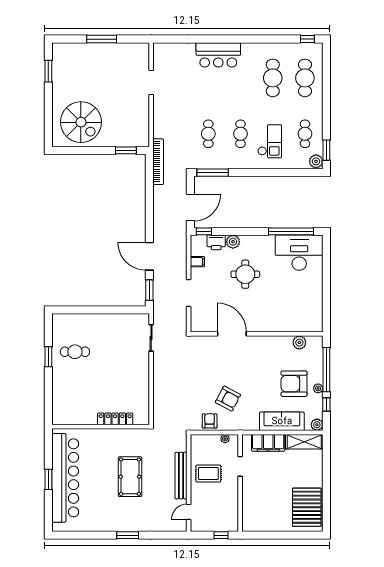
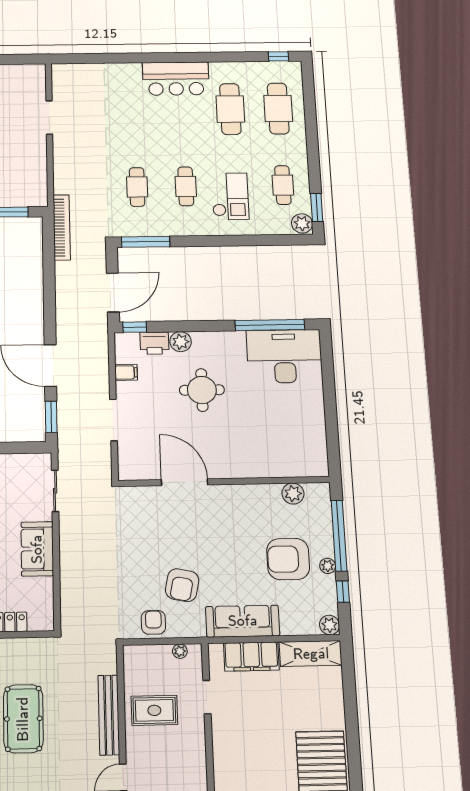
bar counter: (218, 55) -> (176, 79), moved
sofa: (140, 374) -> (37, 549), added
armchair: (228, 399) -> (182, 585), turned 74
sofa: (282, 421) -> (243, 621), moved

